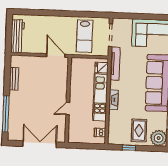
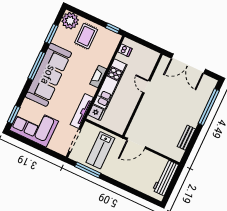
window: (88, 14) -> (88, 170), added
lab bench: (84, 36) -> (100, 150), turned 180
door: (56, 55) -> (136, 143), hinge flipped
door: (68, 109) -> (146, 87), swing flipped
window: (129, 148) -> (113, 28), moved

